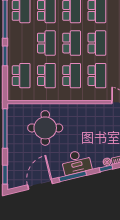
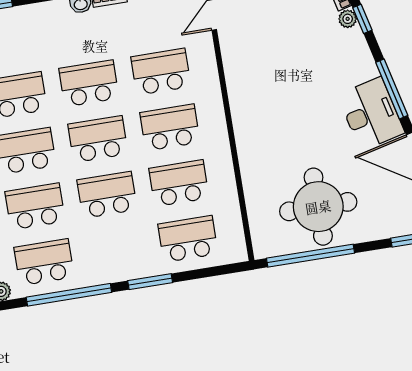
round table: (45, 128) -> (318, 207), moved
desk: (76, 162) -> (371, 114), moved

